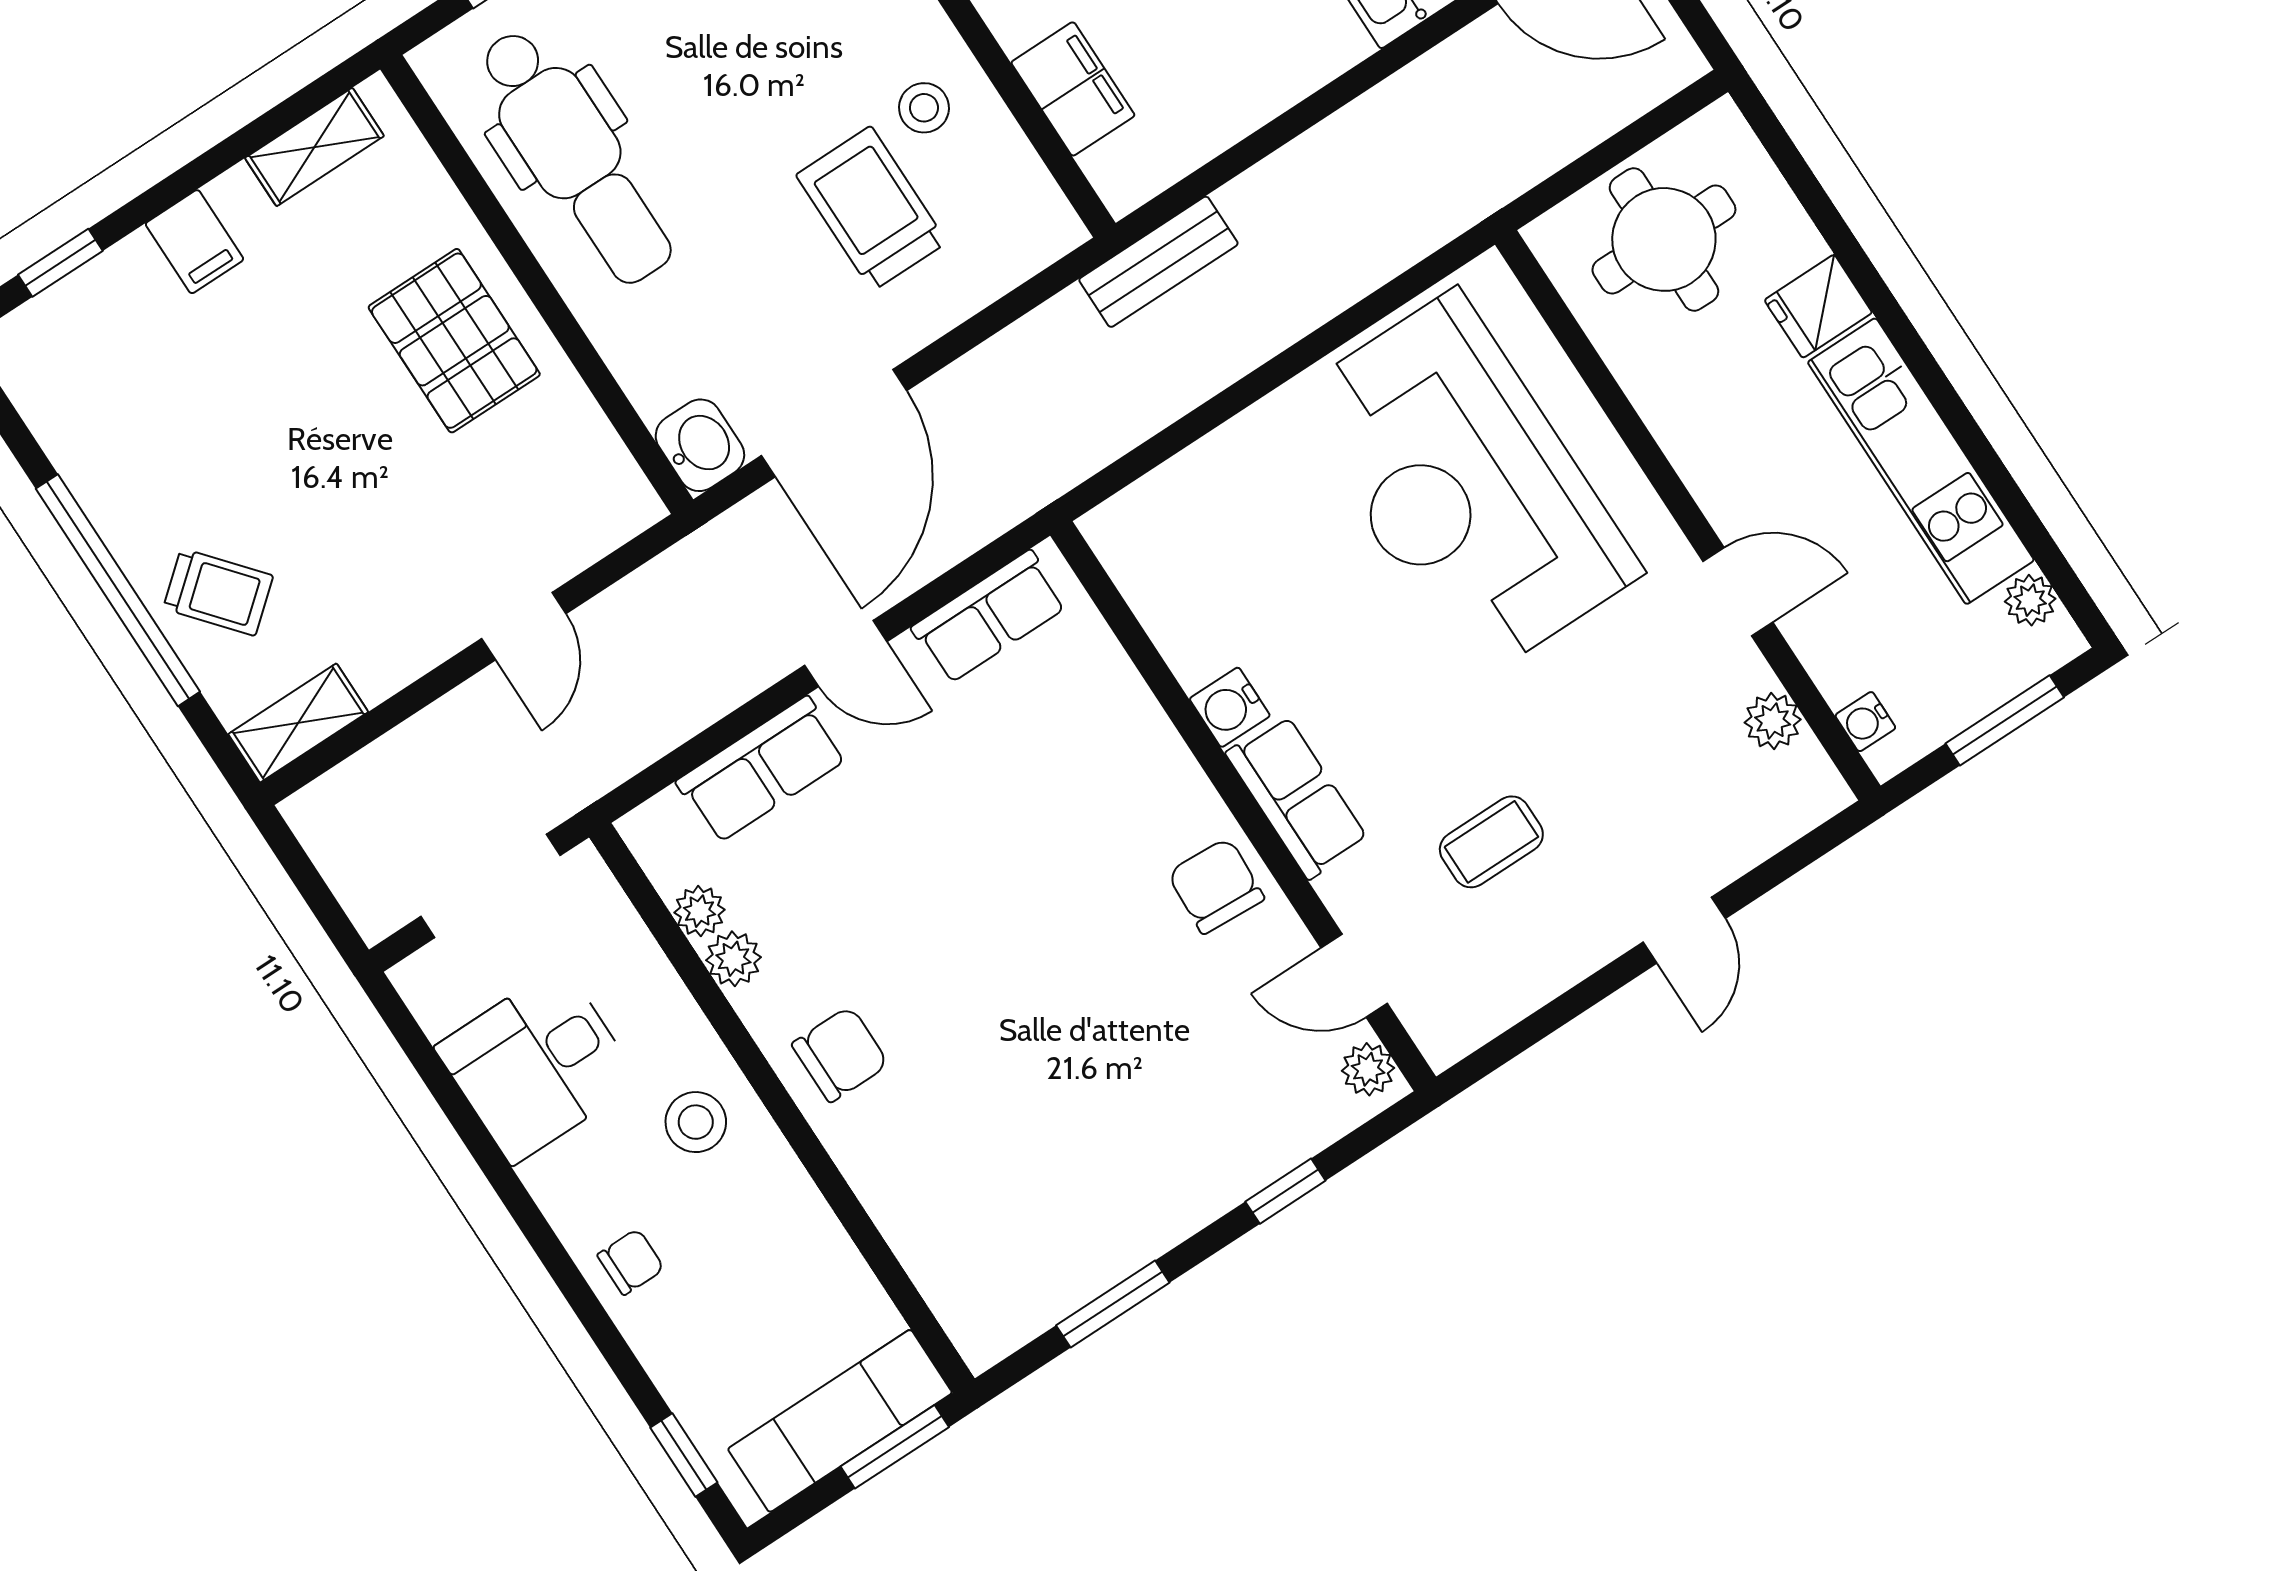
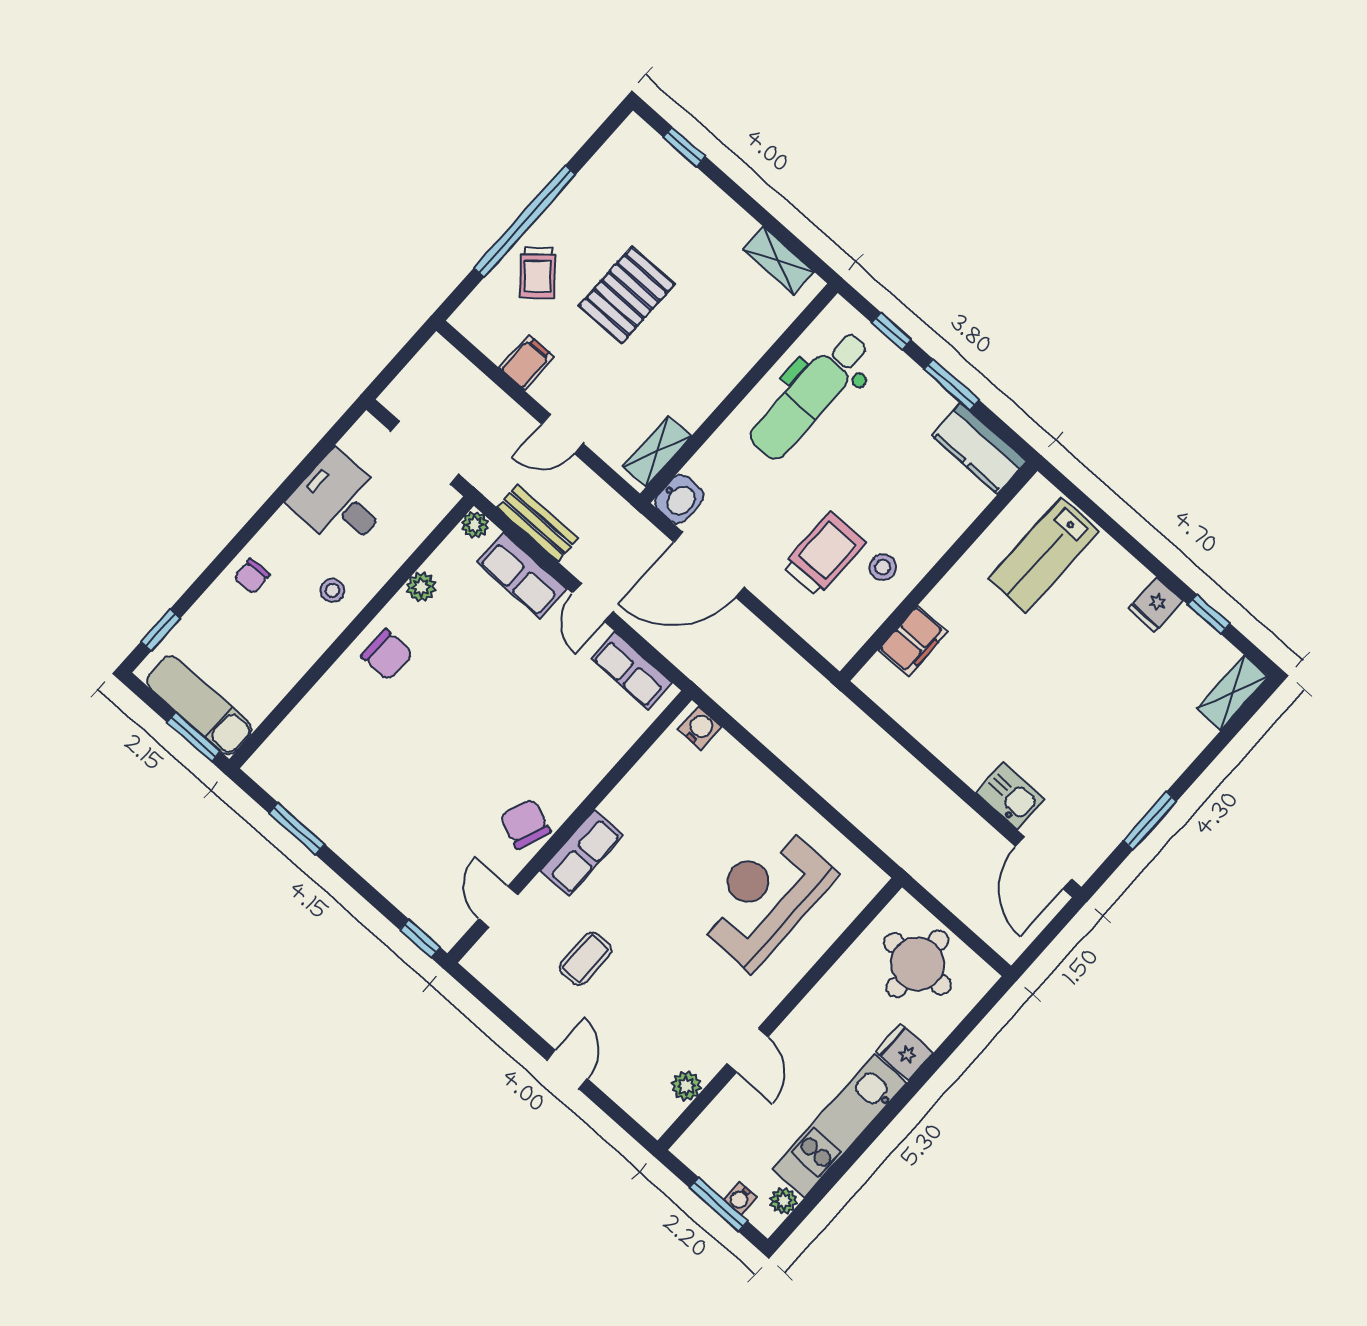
filing cabinet: (194, 242) -> (527, 363), moved, turned 180
bench: (1158, 262) -> (538, 523), moved
pallet: (454, 341) -> (627, 295), moved
reception desk: (1466, 485) -> (764, 896), width x0.74, depth x0.77
water cooler: (1230, 707) -> (700, 728), moved, turned 90
water cooler: (1865, 722) -> (740, 1198), moved, turned -90
shelving: (298, 723) -> (657, 451), moved, turned 90
coffee table: (1491, 842) -> (586, 959), turned 90
chair: (1216, 886) -> (525, 824), turned -72
plant: (700, 911) -> (475, 525), moved
door: (1684, 930) -> (567, 1069), swing flipped
plant: (1368, 1069) -> (452, 927), removed
stool: (696, 1122) -> (332, 590), width x0.73, depth x0.73
window: (1285, 1191) -> (420, 938), moved
chair: (631, 1262) -> (252, 576), turned 87

